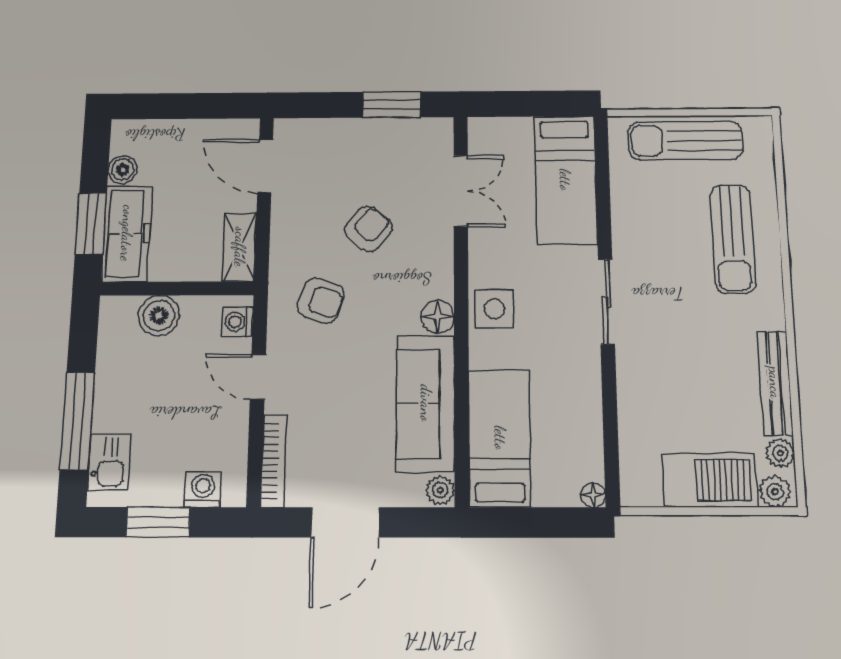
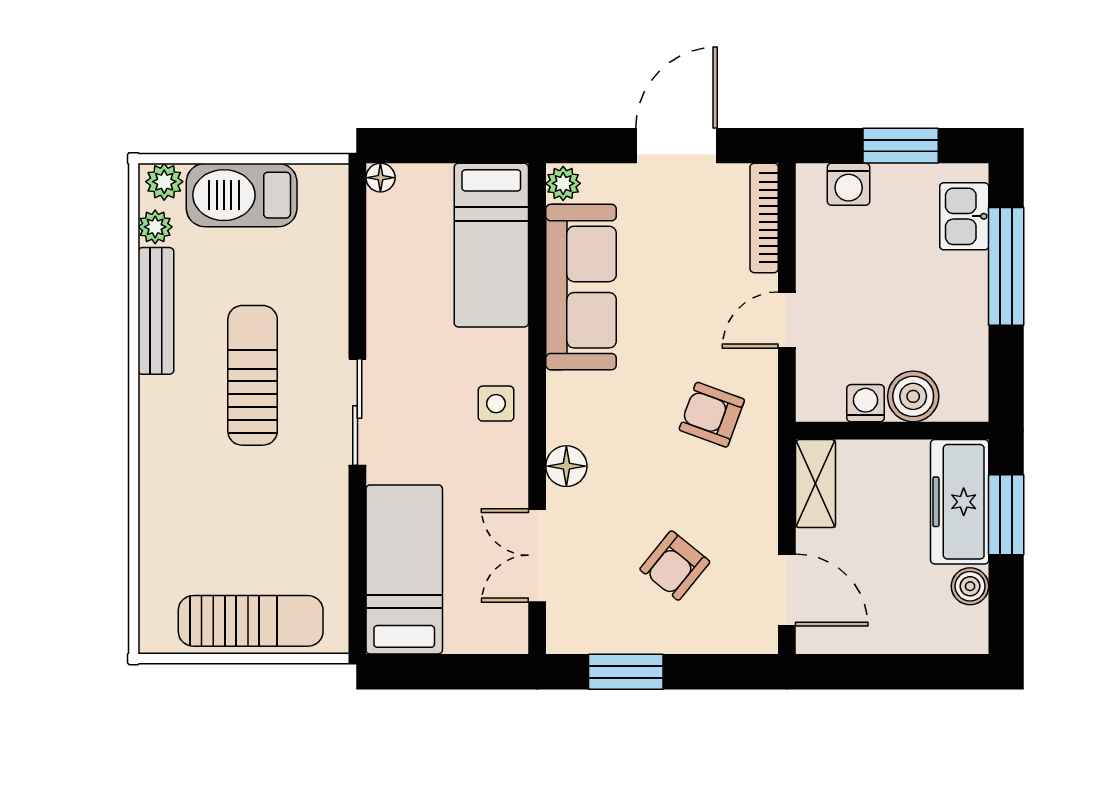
armchair: (368, 229) -> (675, 566), moved
sun lounger: (733, 239) -> (253, 375), moved
side table: (494, 309) -> (496, 404), width x0.73, depth x0.73
floor lamp: (438, 317) -> (566, 466), moved
washing machine: (238, 322) -> (866, 403), moved, turned -90
door: (258, 377) -> (787, 320), swing flipped

